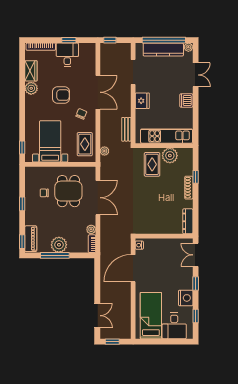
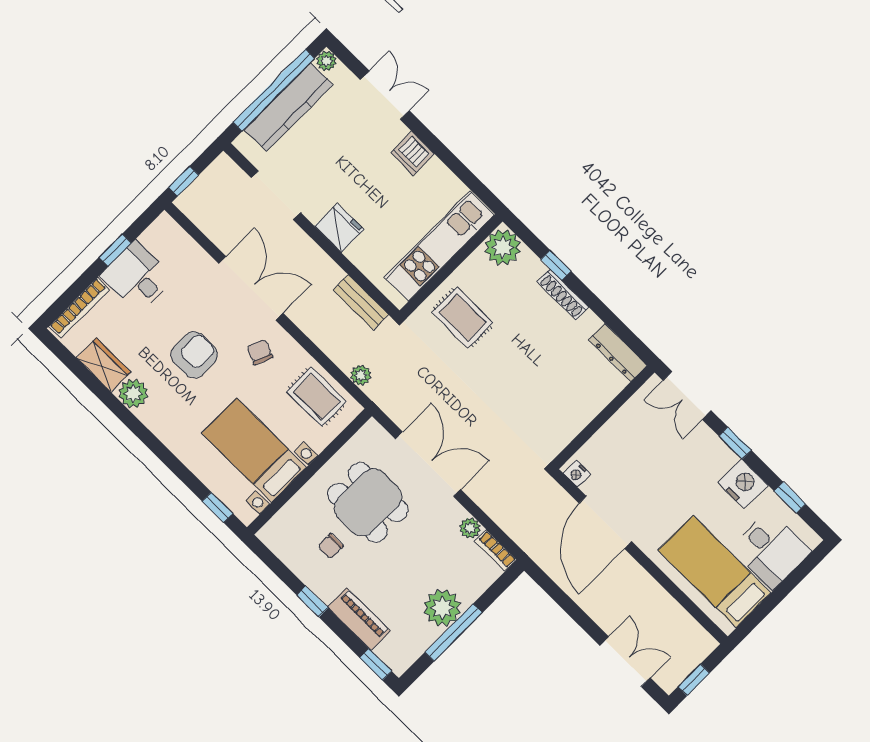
plant: (170, 156) -> (503, 247), moved
piano: (31, 239) -> (359, 619), moved

